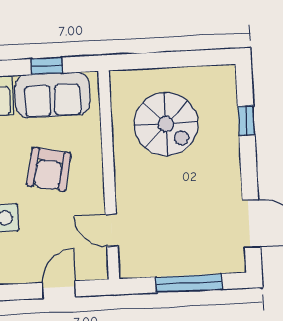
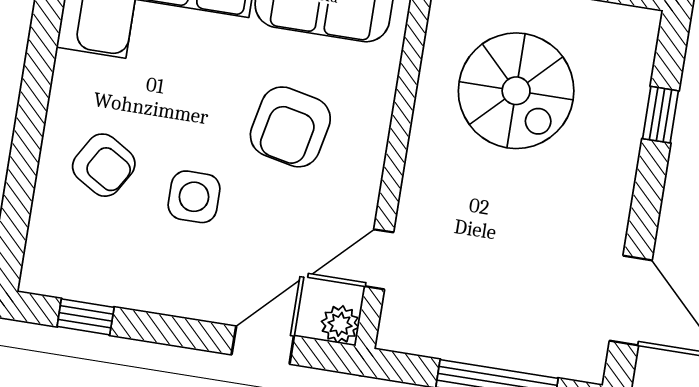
door: (112, 230) -> (379, 259), hinge flipped
plant: (98, 270) -> (340, 324), added

